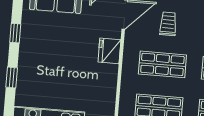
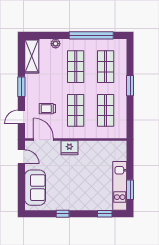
window: (12, 78) -> (105, 214), moved

